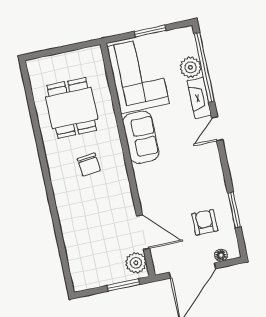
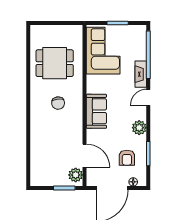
plant: (191, 67) -> (139, 128), moved
dining table: (72, 108) -> (55, 63), turned 90
sofa: (141, 137) -> (96, 111), moved
armchair: (205, 222) -> (127, 158), turned 180

